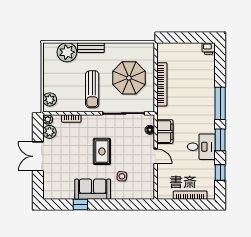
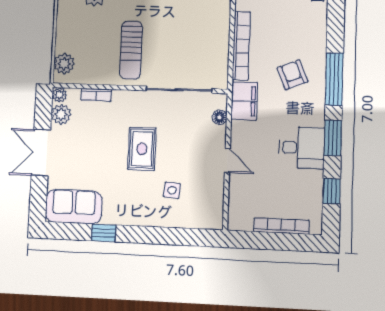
parasol: (129, 78) -> (190, 34), removed
armchair: (194, 101) -> (292, 75), added
filing cabinet: (165, 132) -> (244, 101), moved
sofa: (93, 189) -> (74, 207), moved

